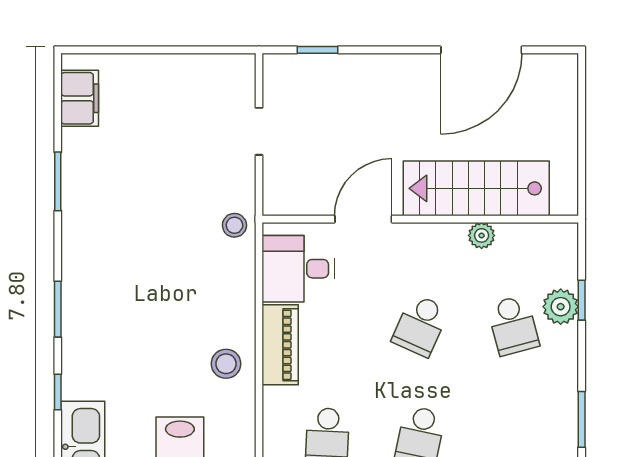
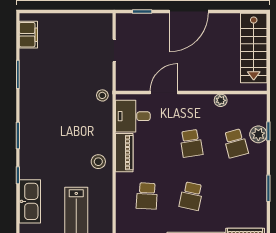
door: (481, 50) -> (189, 12), moved
stairs: (476, 188) -> (254, 48), moved, turned -90
school desk: (420, 325) -> (191, 143), turned -33

